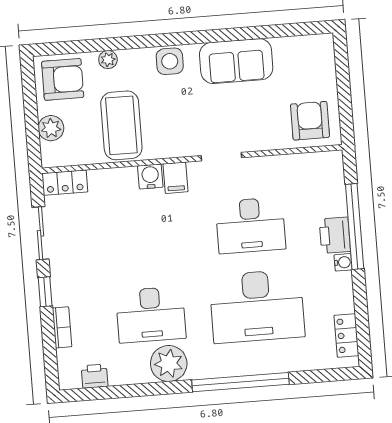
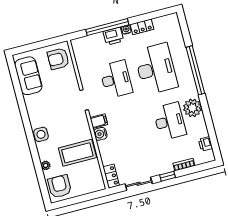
sofa: (236, 61) -> (28, 76), moved
plant: (51, 128) -> (85, 188), removed
locker: (346, 335) -> (142, 27), moved

